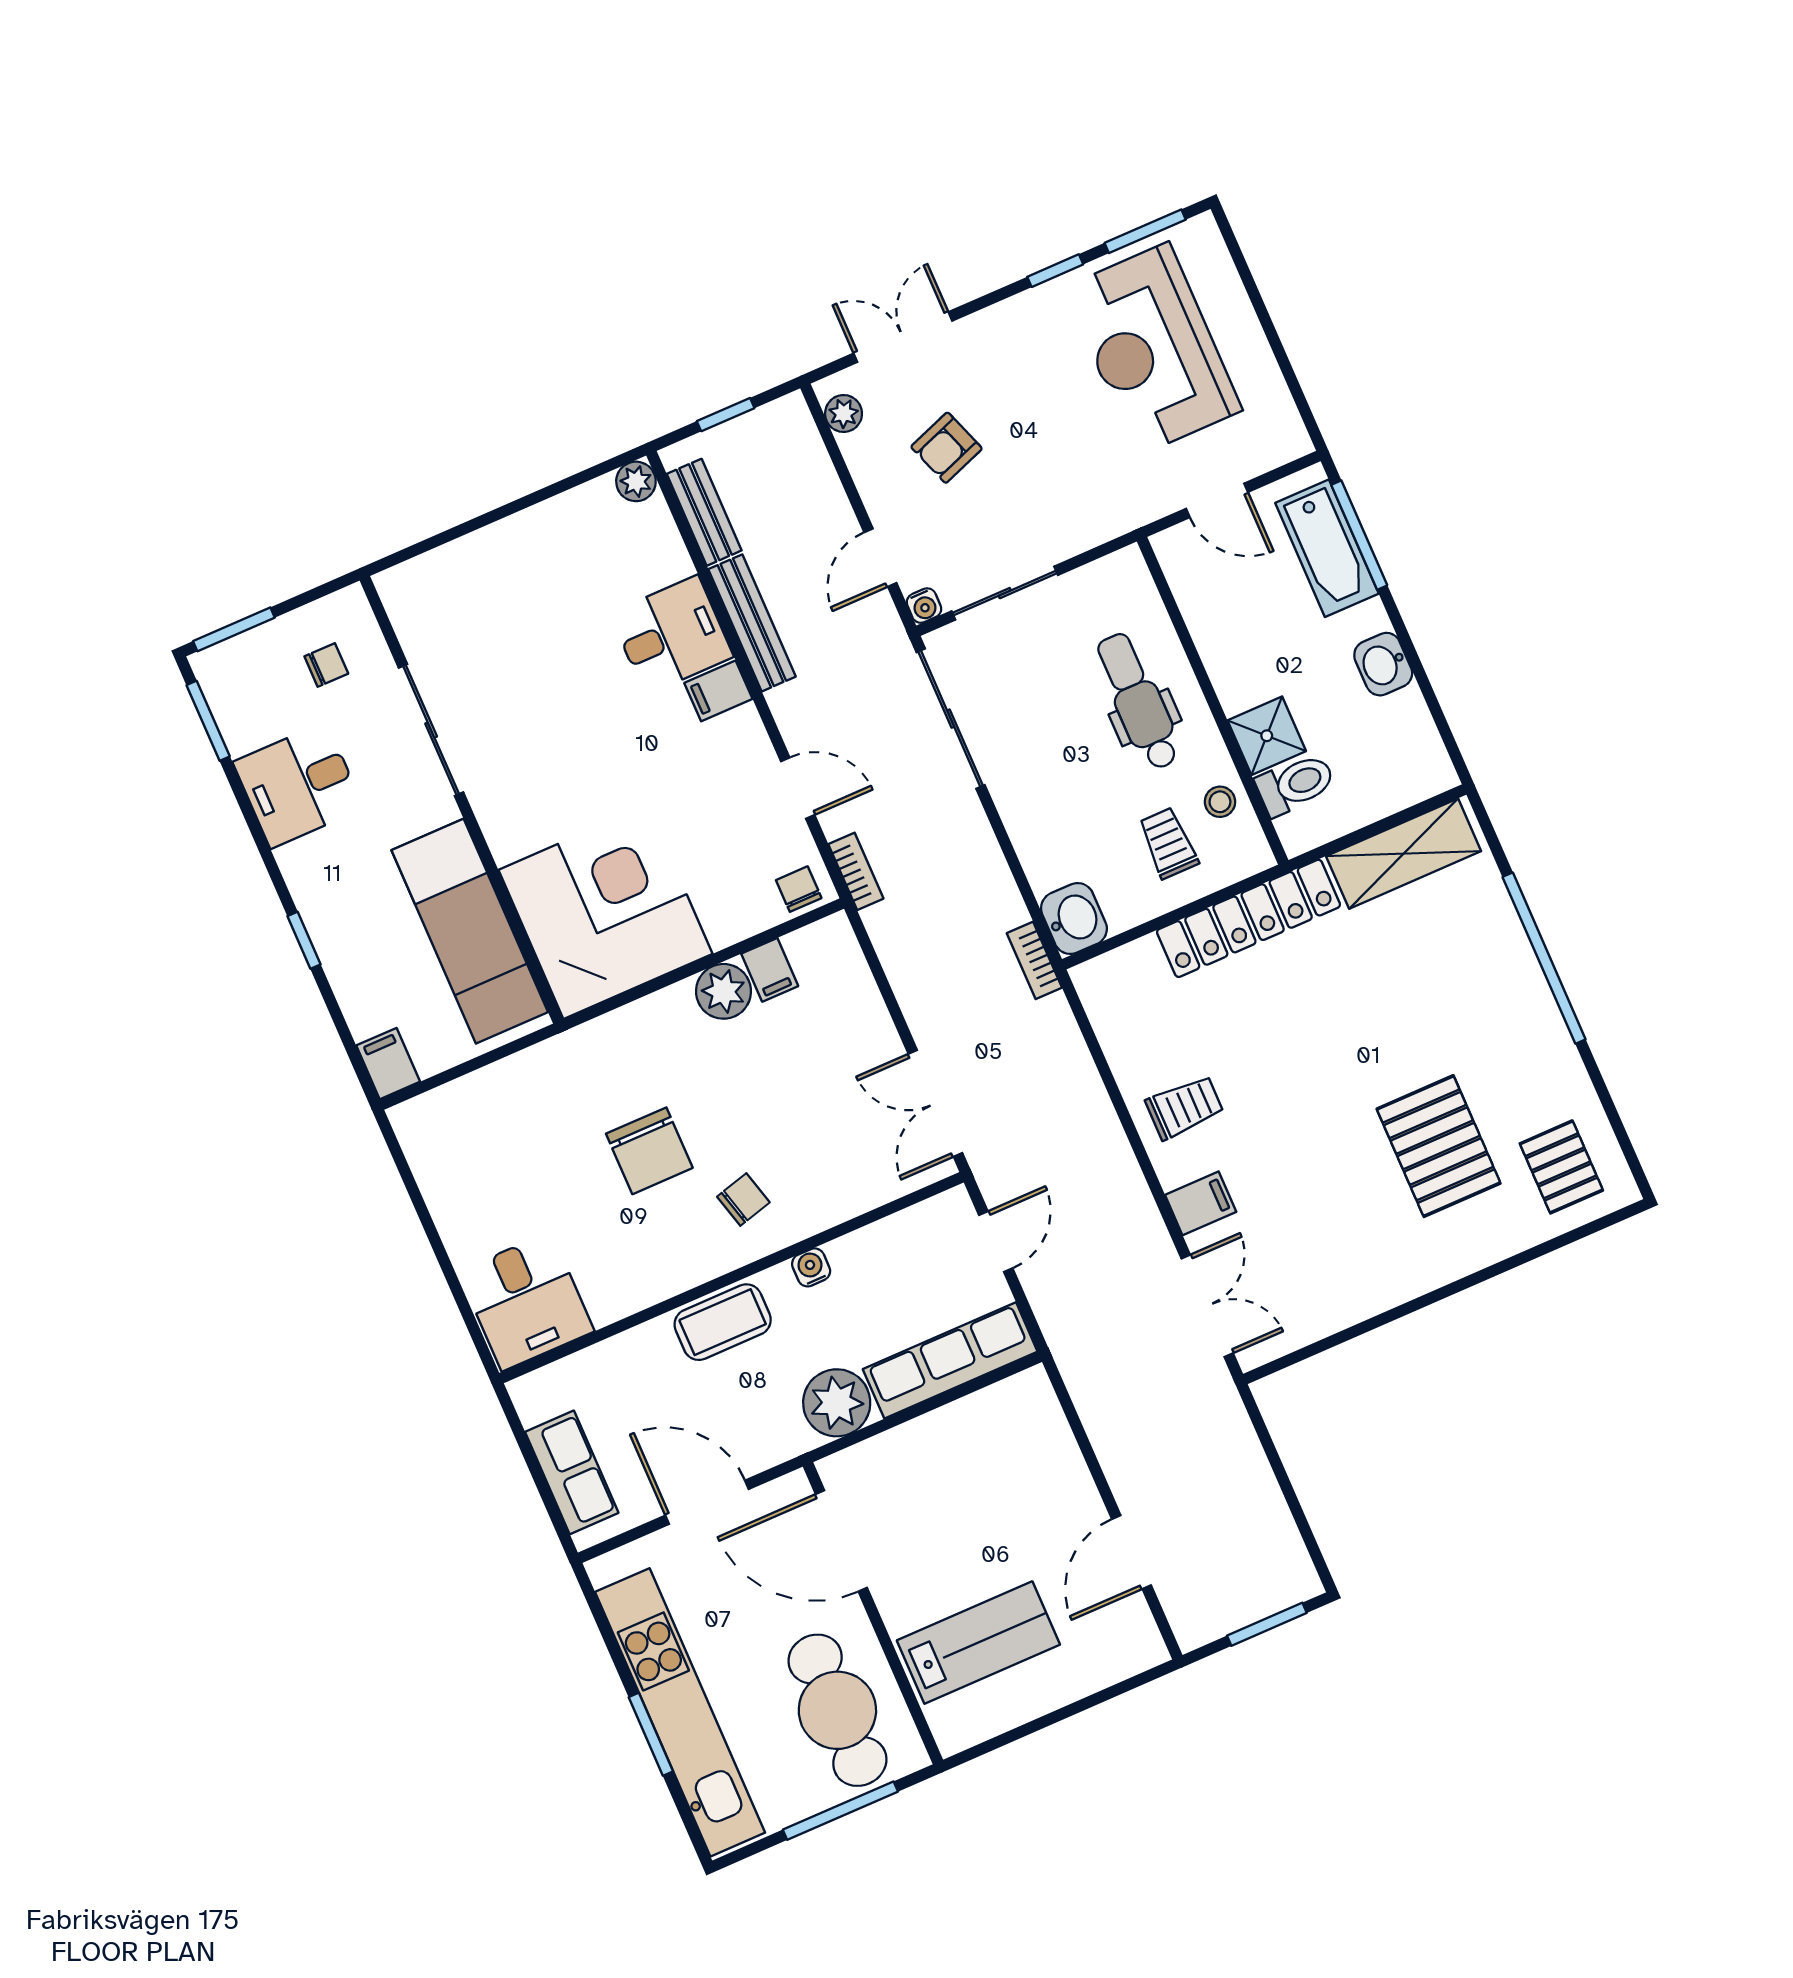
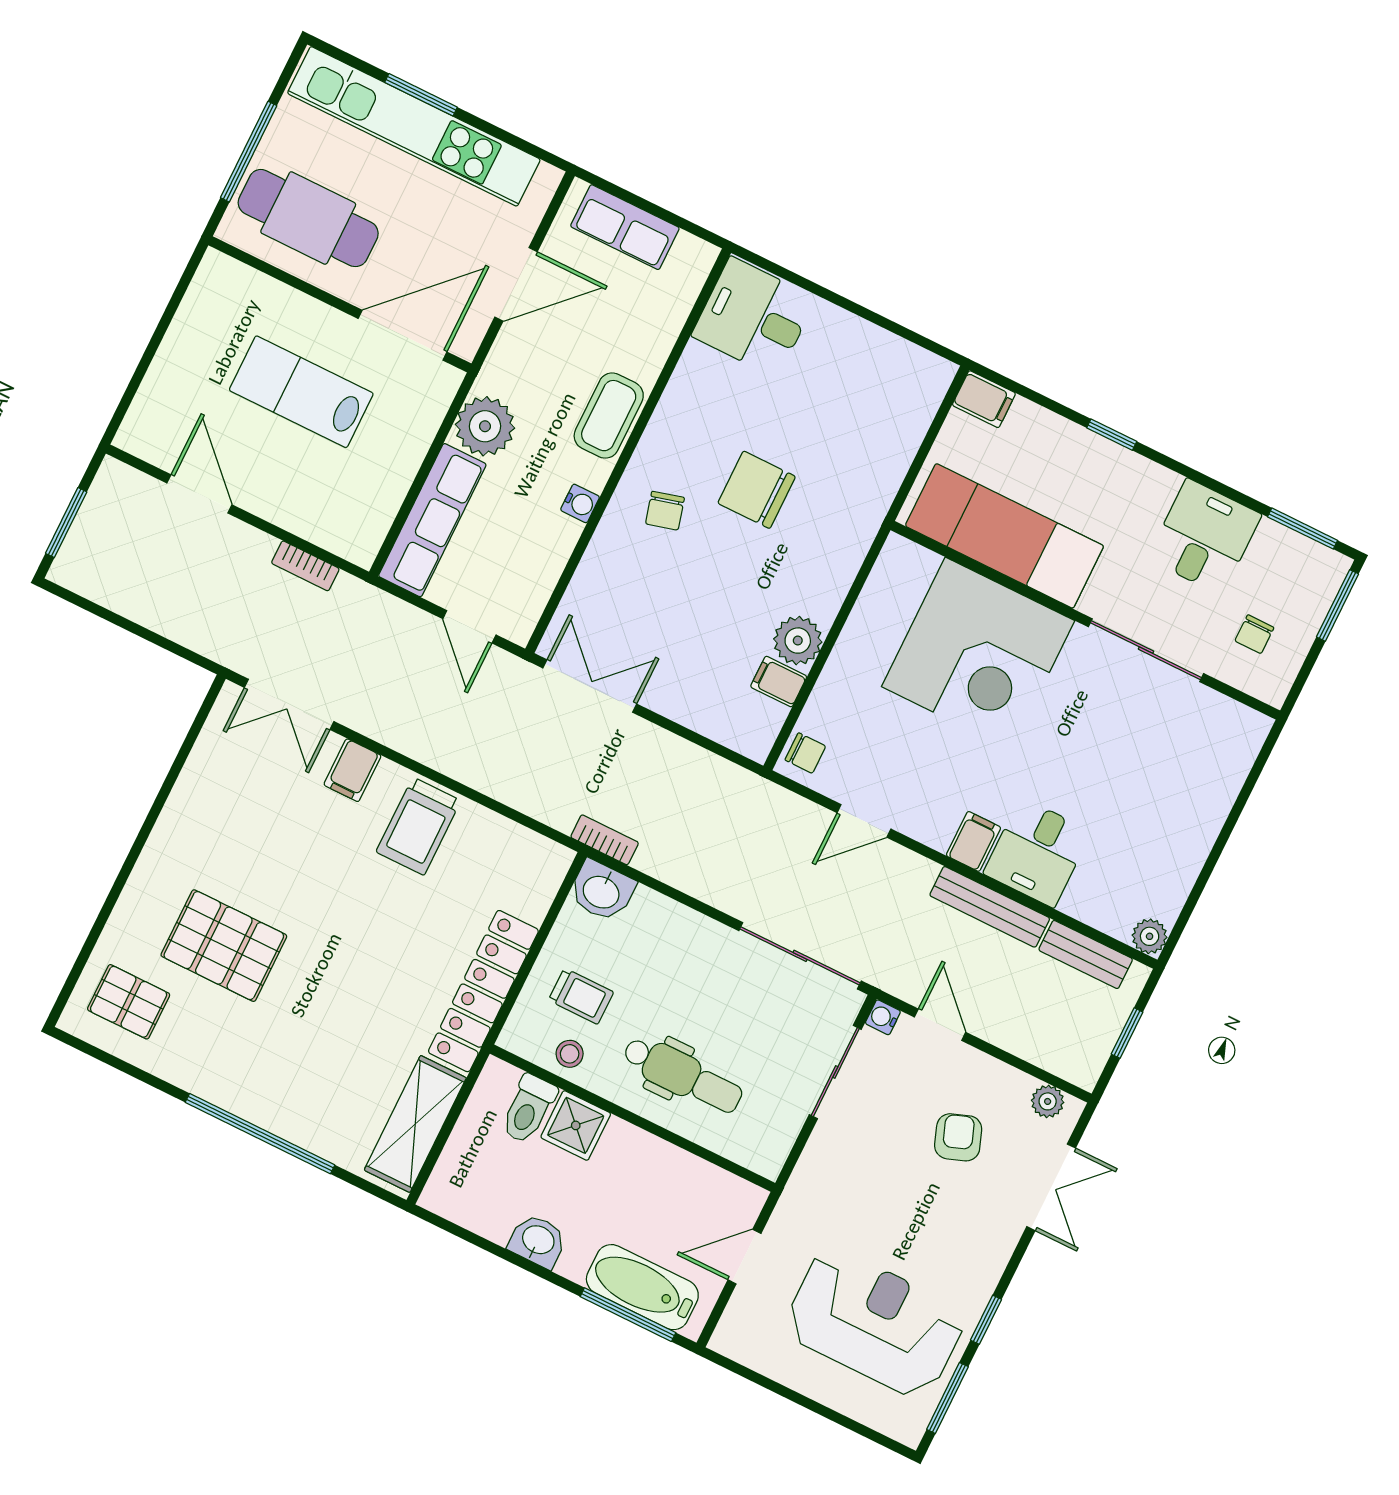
bookcase: (856, 871) -> (305, 566), moved
corner desk: (605, 912) -> (978, 654), moved
trolley: (1185, 1107) -> (418, 826), width x1.36, depth x1.39
lab bench: (978, 1643) -> (301, 392), moved, turned 90

